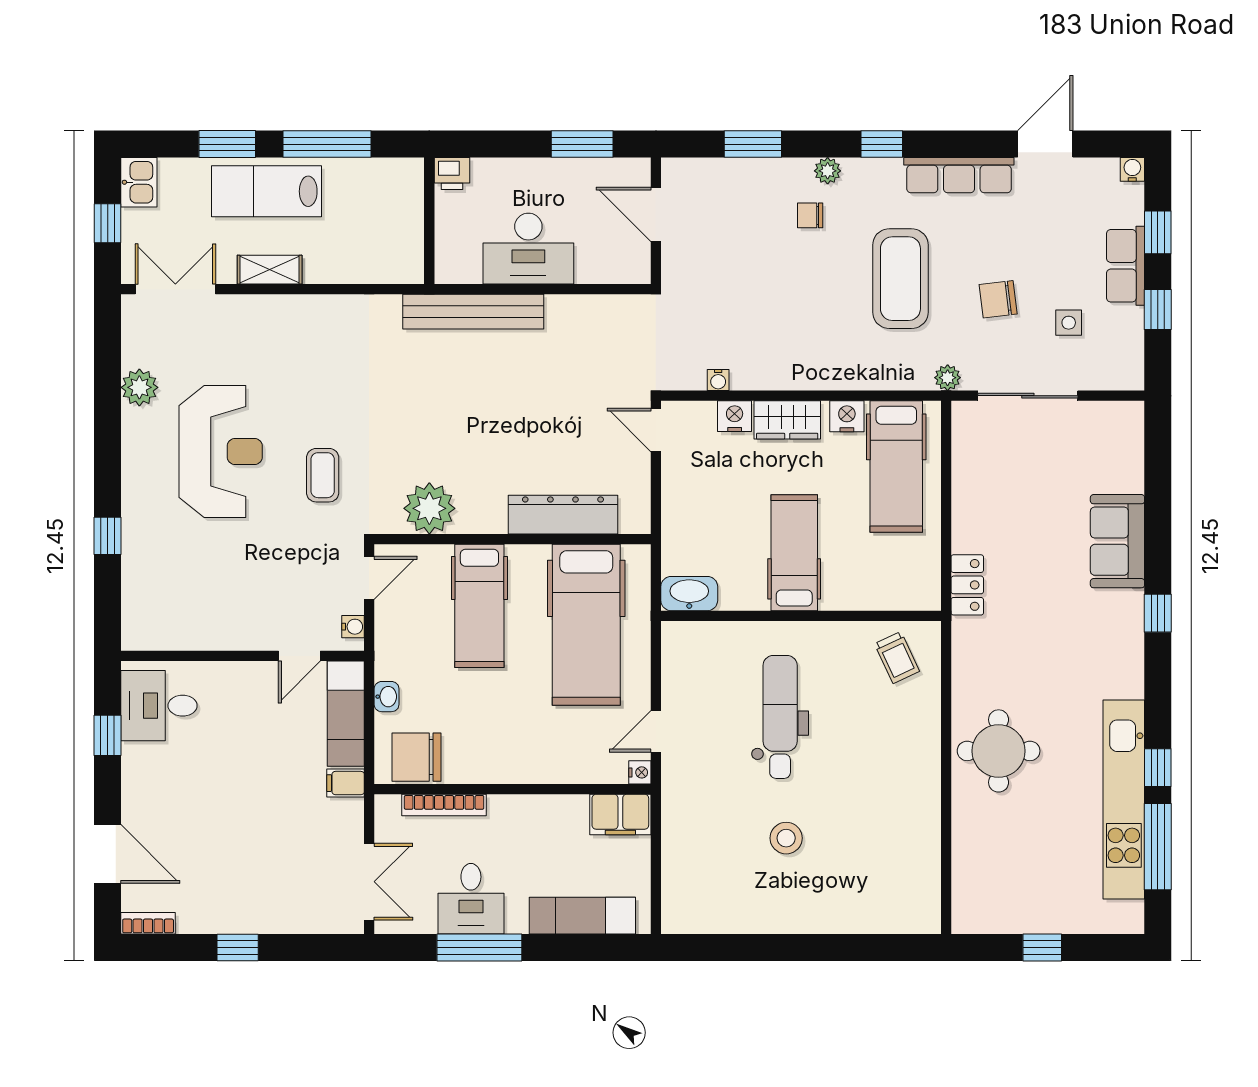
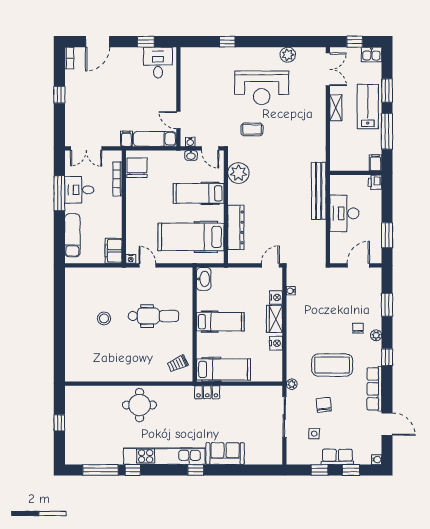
filing cabinet: (404, 172) -> (376, 163), added
hospital bed: (896, 467) -> (224, 369), moved, turned 180
washbasin: (387, 697) -> (191, 155), moved
kitchen unit: (1124, 799) -> (164, 456), moved

